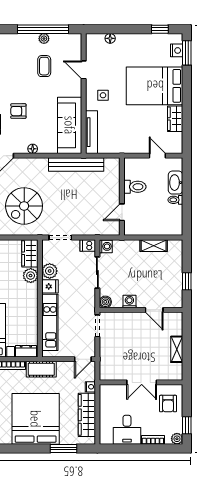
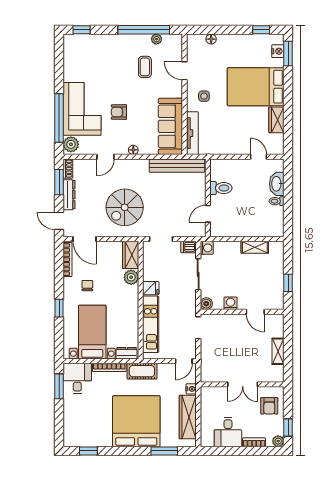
plant: (44, 39) -> (156, 39), moved
toilet: (135, 187) -> (221, 188), moved
wall: (122, 197) -> (208, 198), moved
door: (122, 212) -> (208, 214), moved
plant: (50, 271) -> (150, 273), removed

